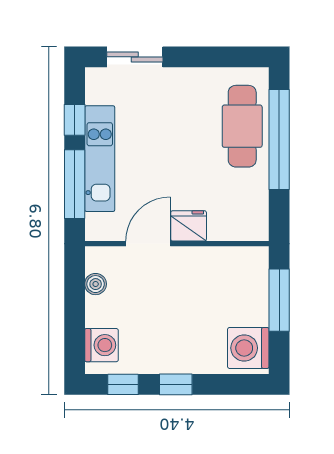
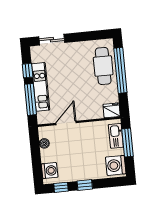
fridge: (189, 226) -> (112, 110), moved
kitchen sink: (255, 283) -> (116, 136), added

